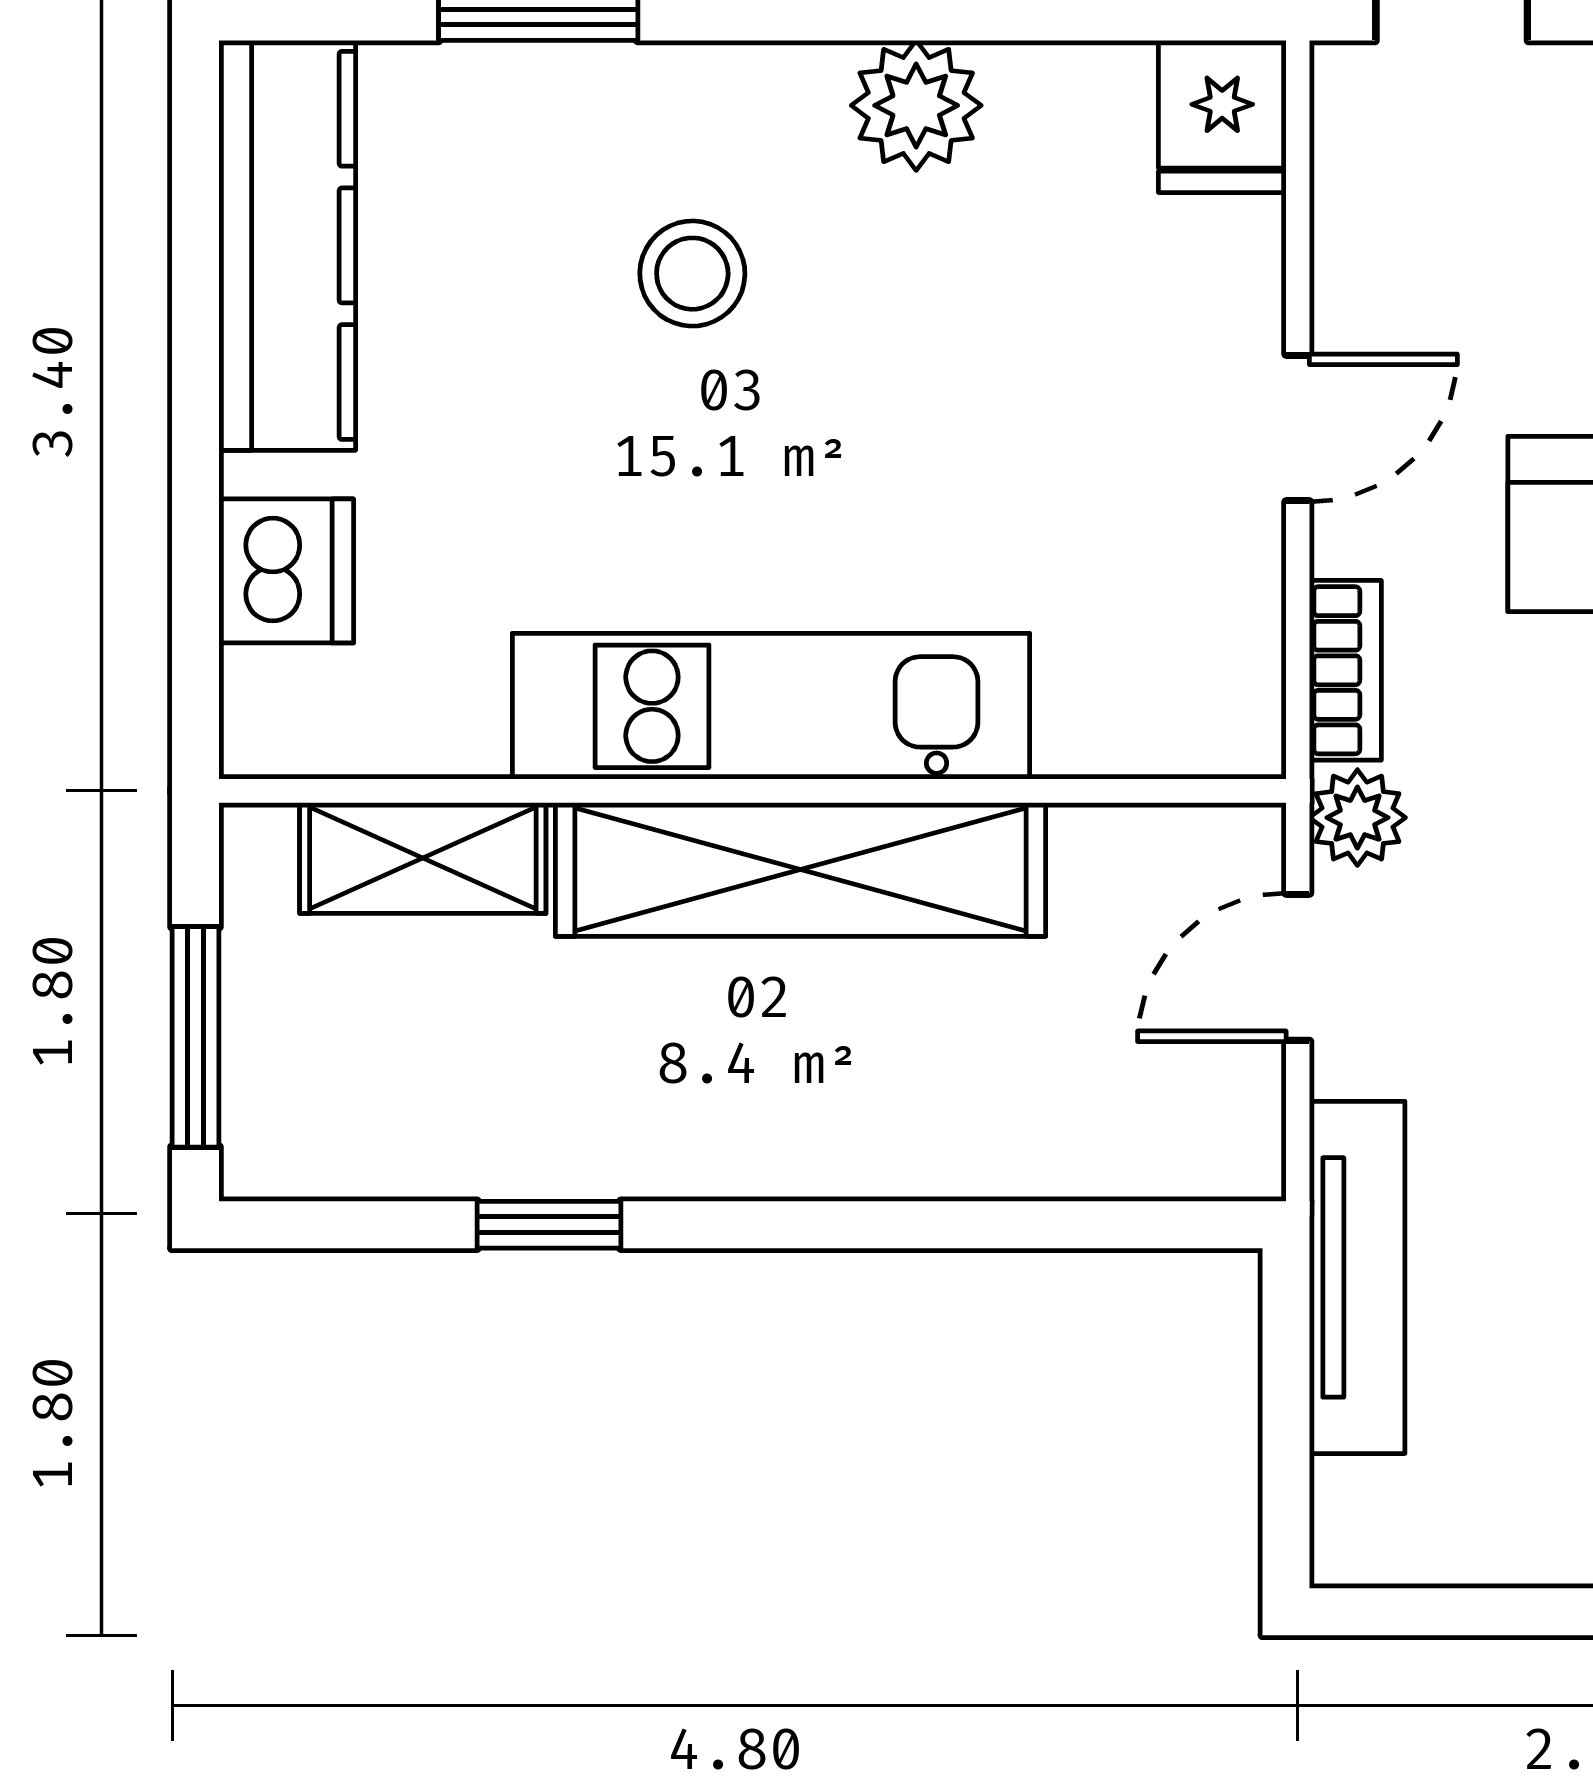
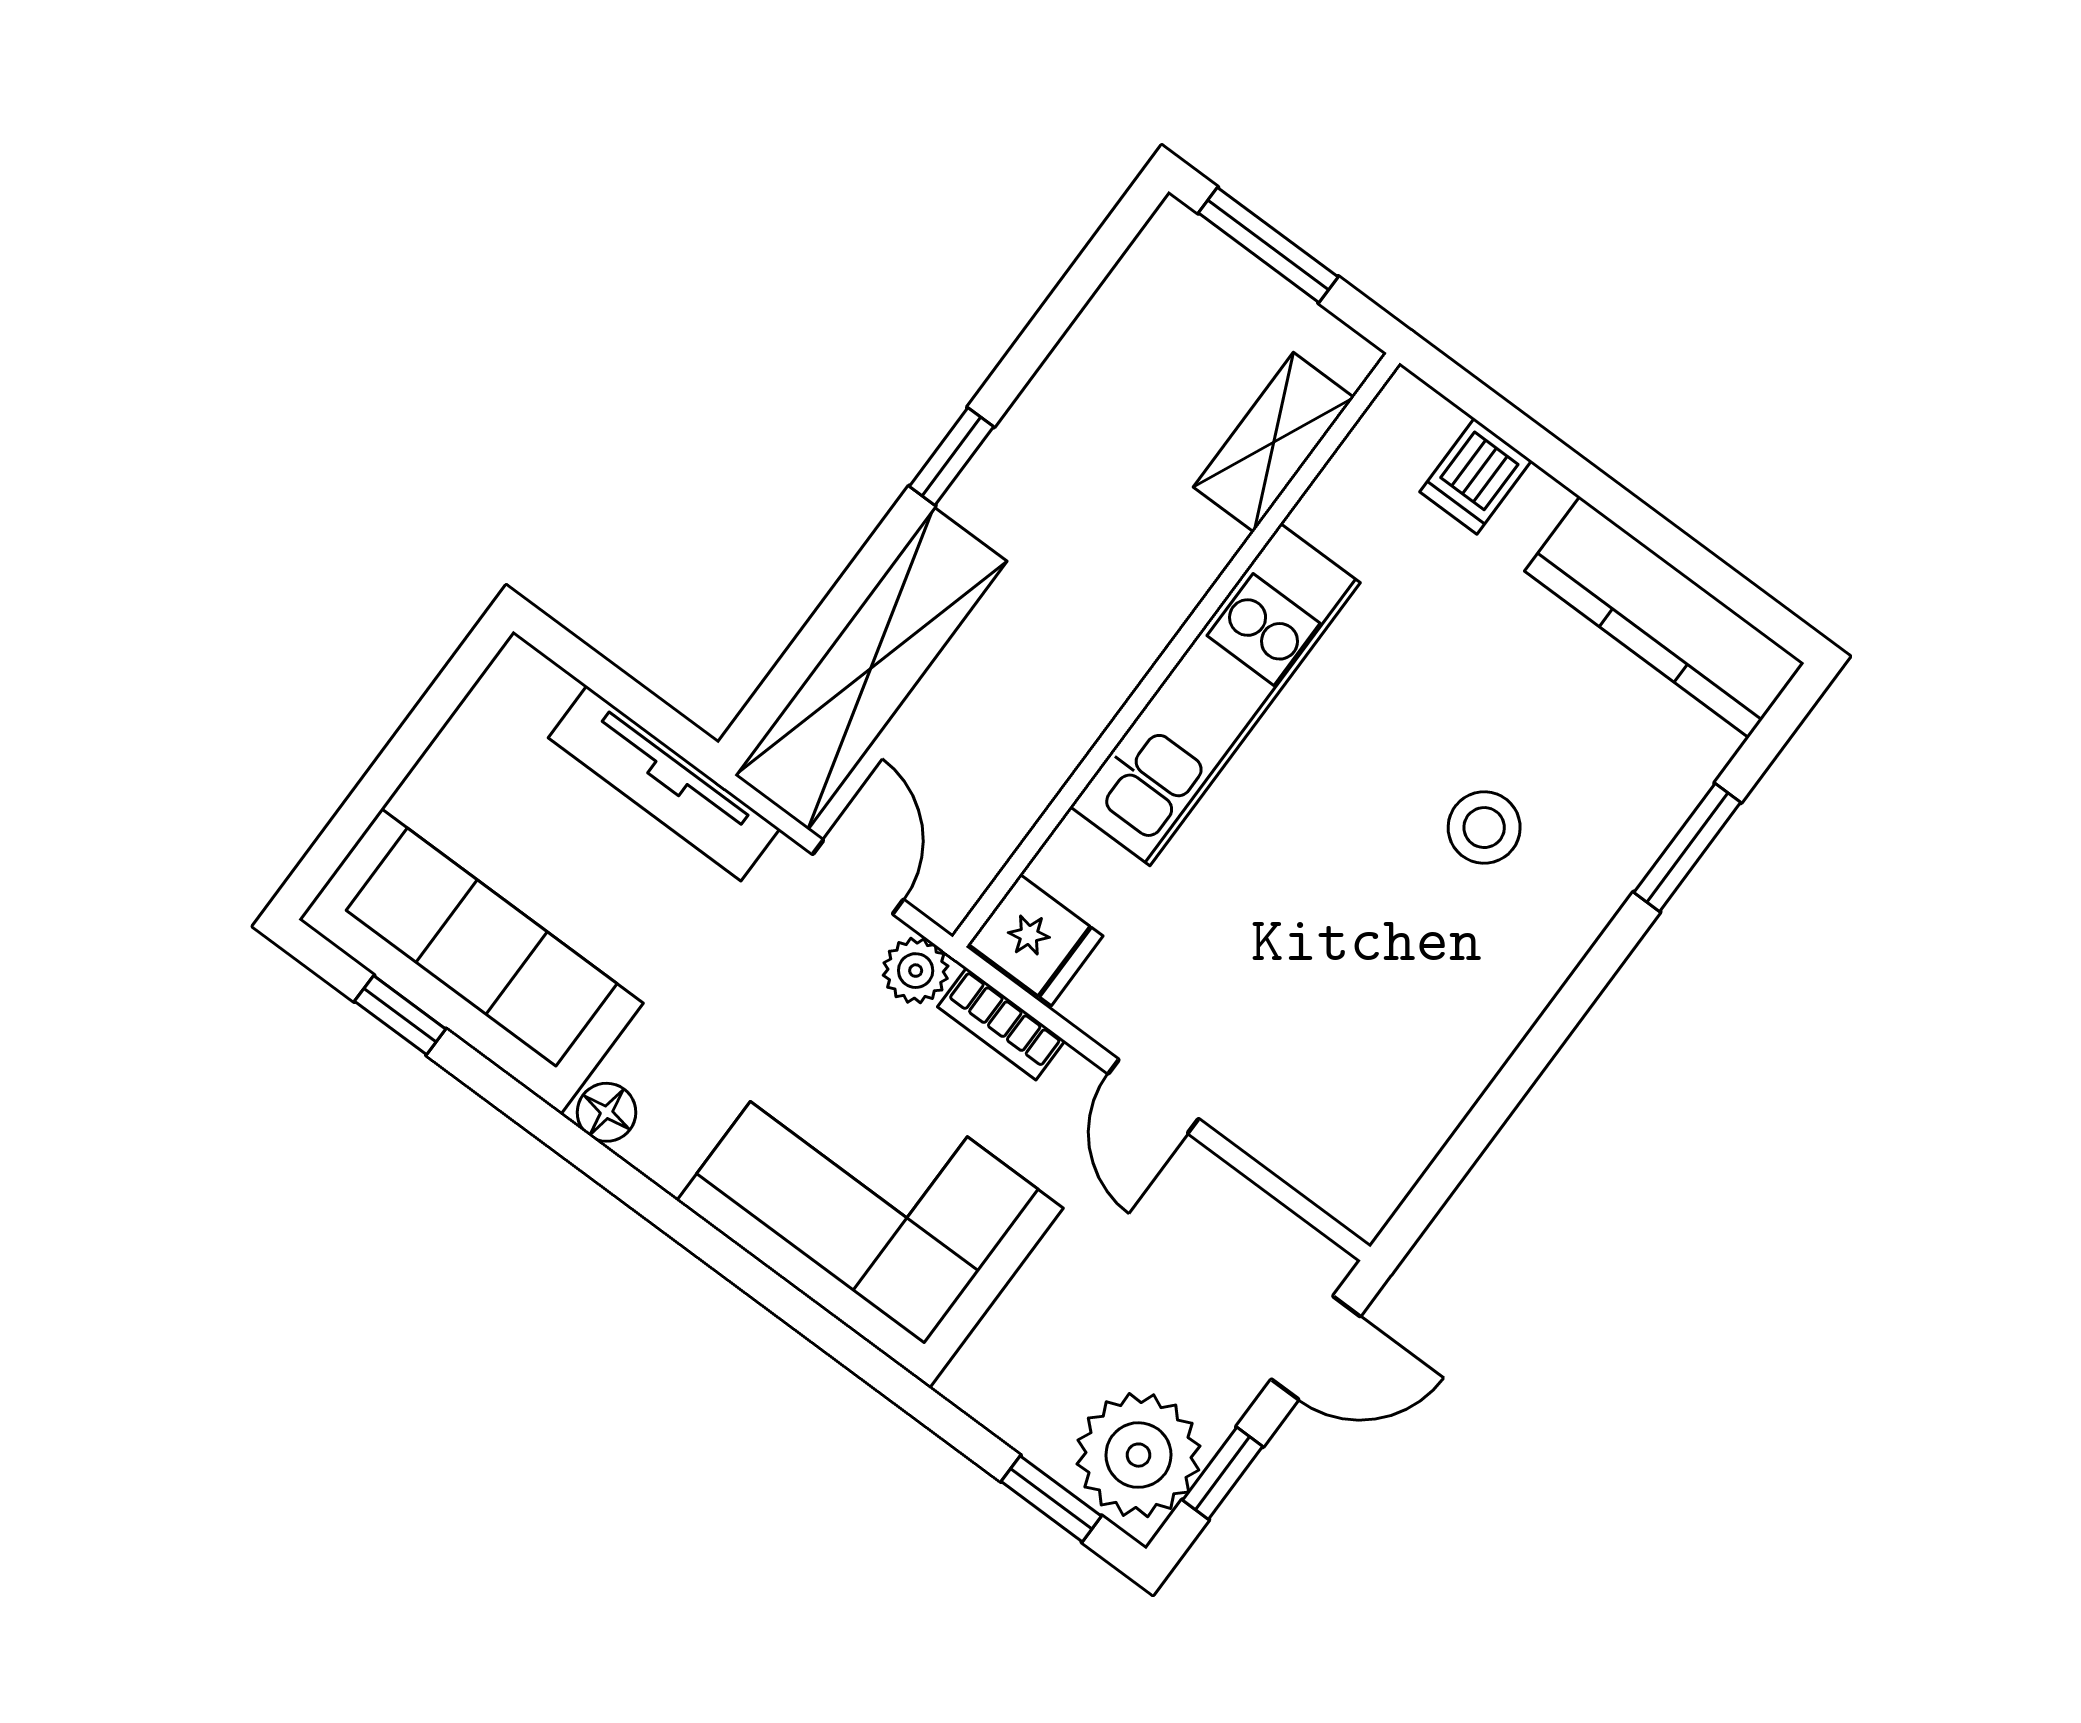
plant: (916, 105) -> (1485, 1019), removed
fridge: (1222, 116) -> (1036, 940), moved, turned 180
dishwasher: (286, 571) -> (1476, 476), width x0.73
shelving: (801, 869) -> (871, 668), moved
window: (549, 1225) -> (951, 456), moved

